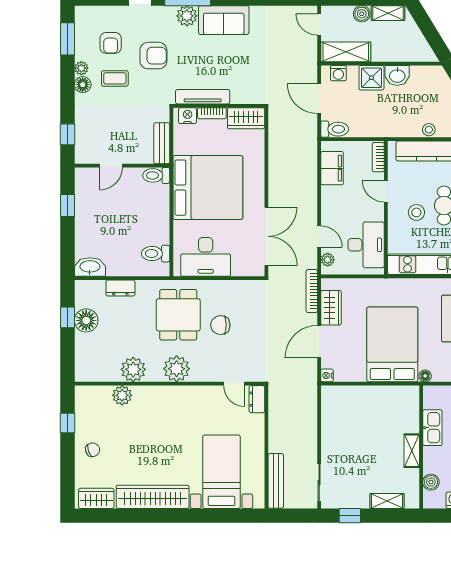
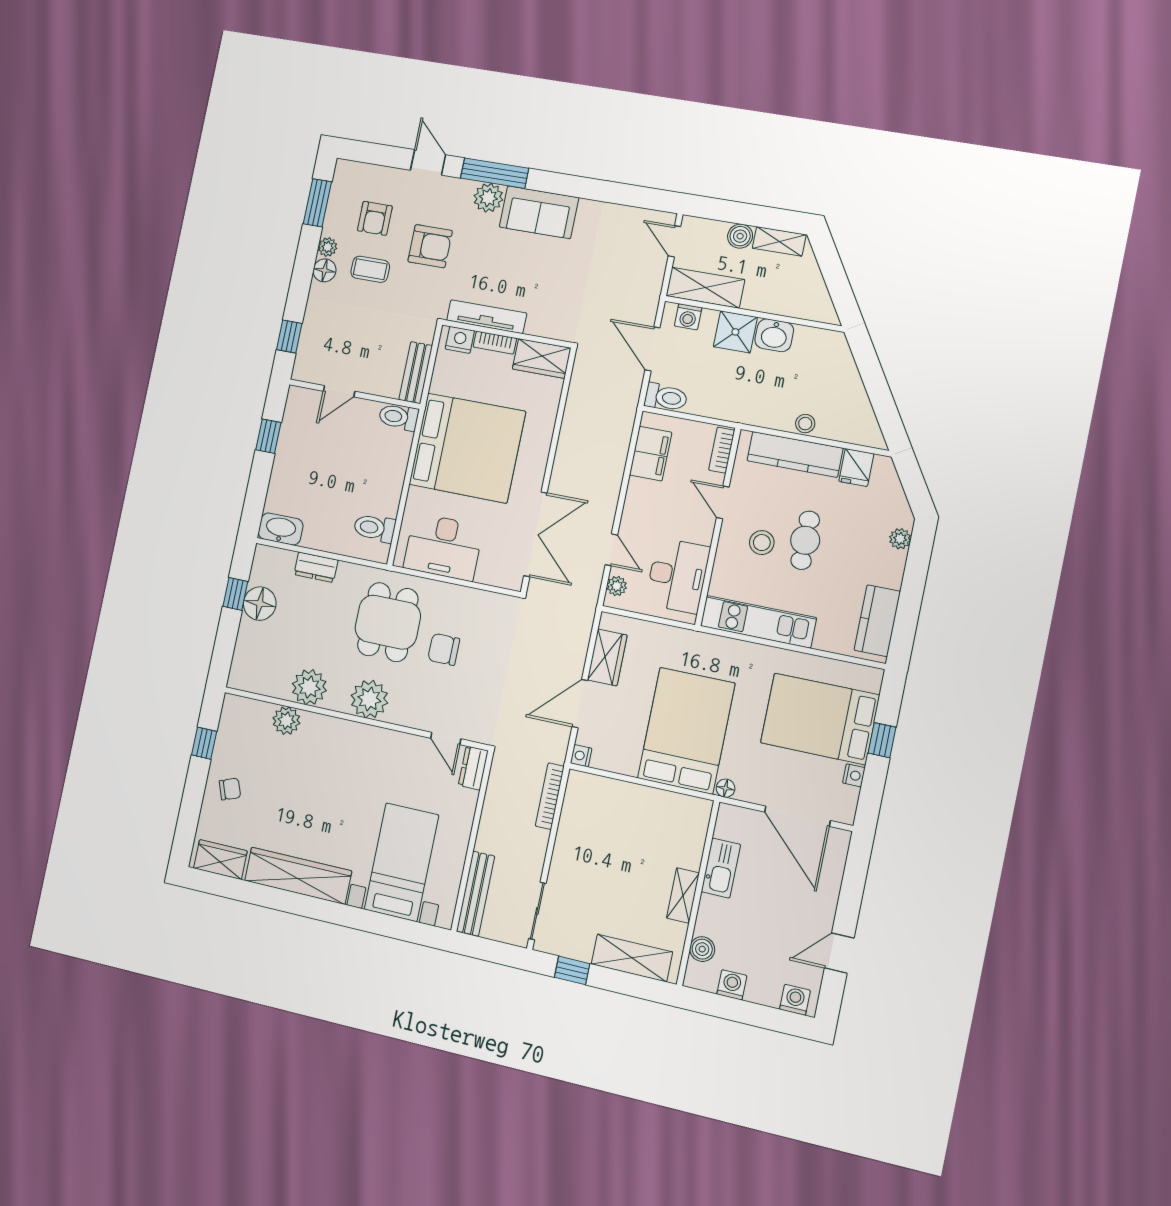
bookcase: (312, 291) -> (550, 796), moved
shelving: (387, 501) -> (632, 958), width x1.50, depth x1.33

